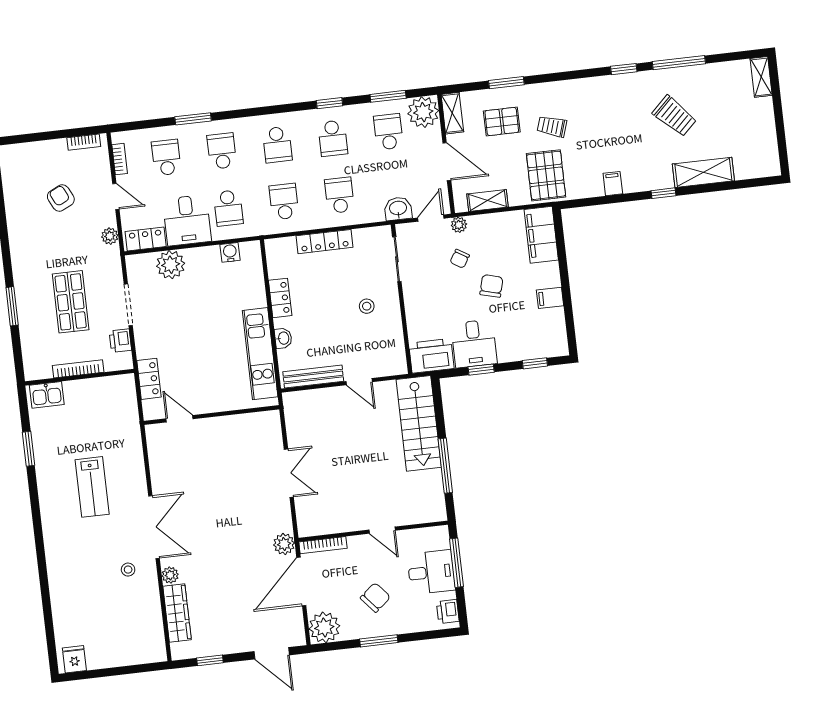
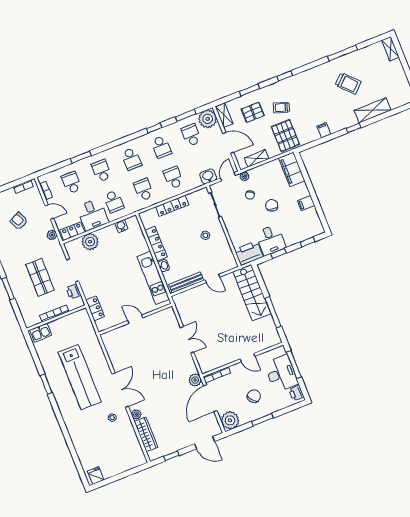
window: (624, 69) -> (285, 76), moved
locker: (280, 298) -> (156, 244), width x1.53
door: (179, 419) -> (135, 319), moved
window: (29, 449) -> (46, 384), moved
lab bench: (92, 487) -> (80, 377), width x1.86, depth x1.39
desk: (431, 572) -> (281, 374), width x1.37

